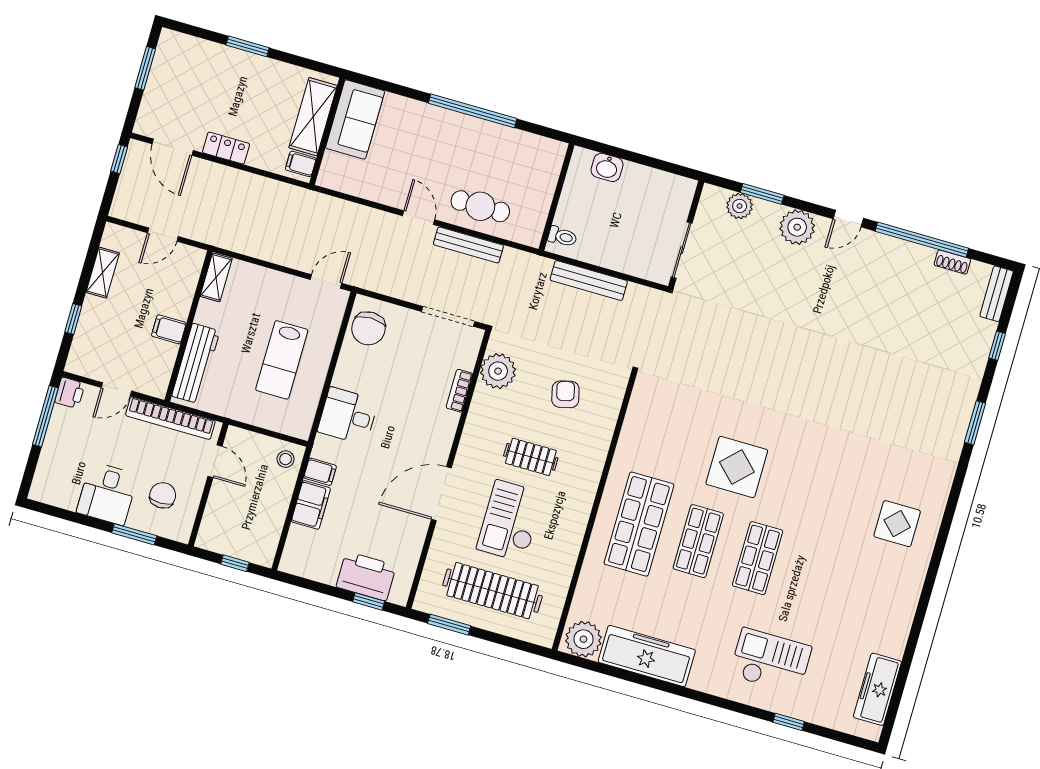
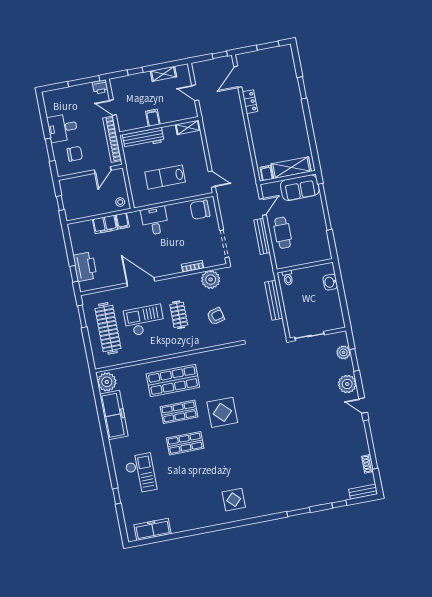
shelving: (313, 117) -> (291, 168), moved
sofa: (355, 119) -> (300, 188), moved
wall: (327, 131) -> (288, 178), moved
filing cabinet: (301, 164) -> (266, 173), moved

